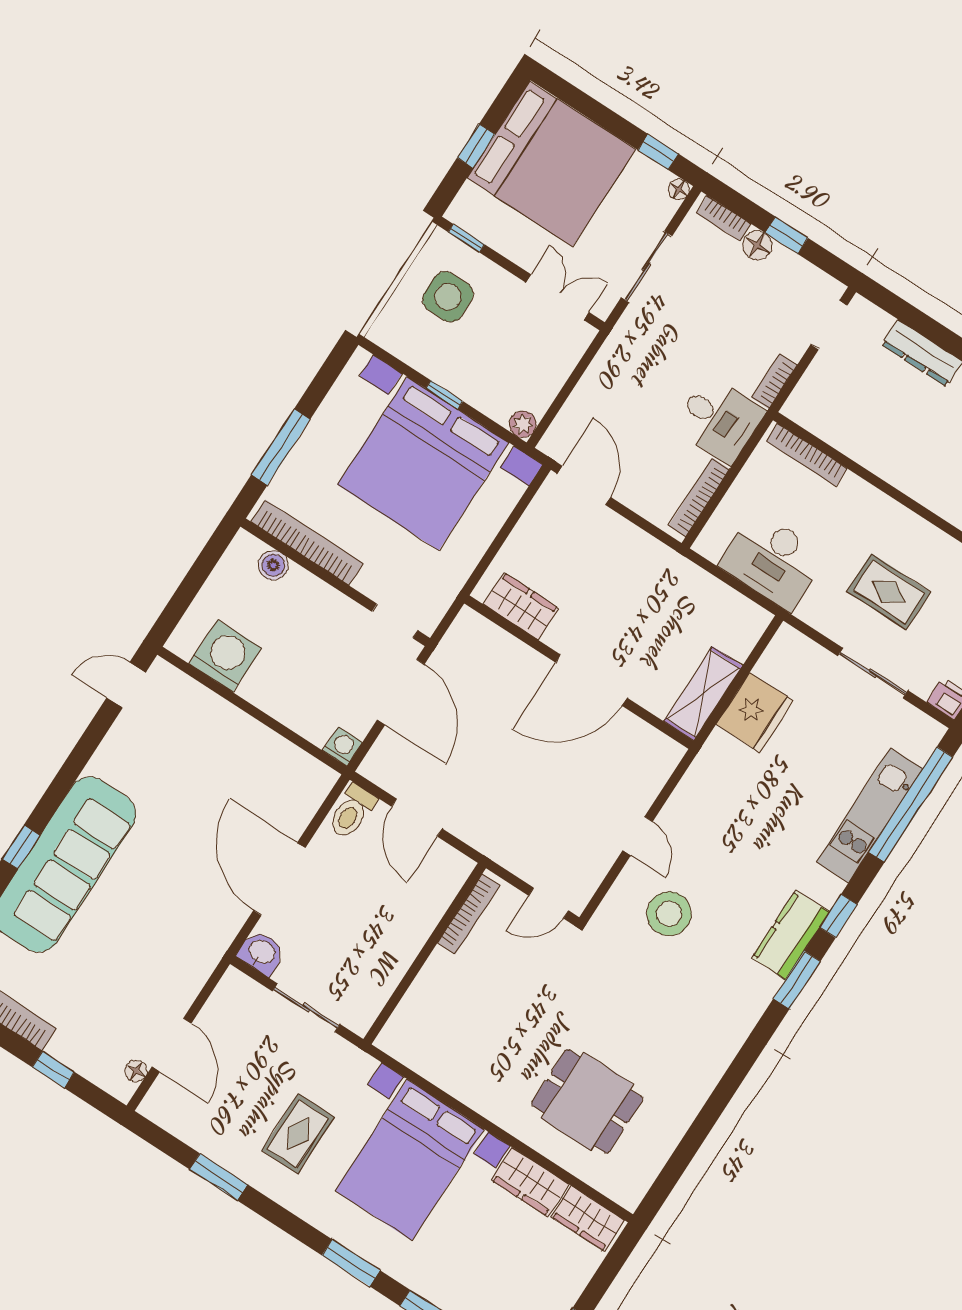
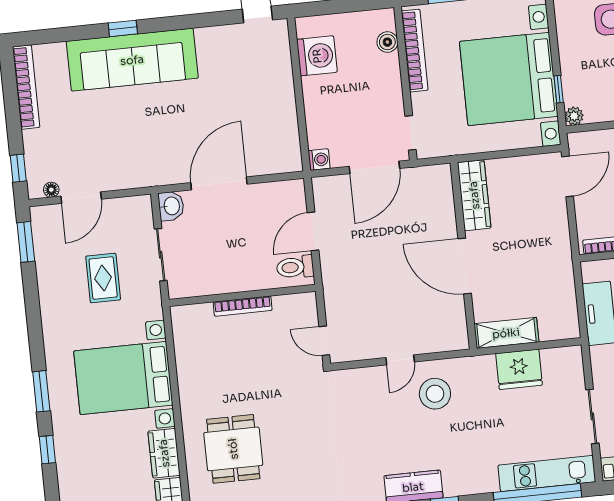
window: (444, 395) -> (559, 89), moved
wardrobe: (521, 606) -> (474, 195), width x1.50
toilet: (352, 812) -> (295, 267), moved
kitchen unit: (869, 815) -> (547, 474), moved
bookcase: (469, 914) -> (243, 306), moved
stool: (669, 914) -> (435, 394), moved
window: (53, 1070) -> (18, 168), moved
rug: (298, 1134) -> (103, 278), moved, turned 90
window: (219, 1177) -> (26, 242), moved

